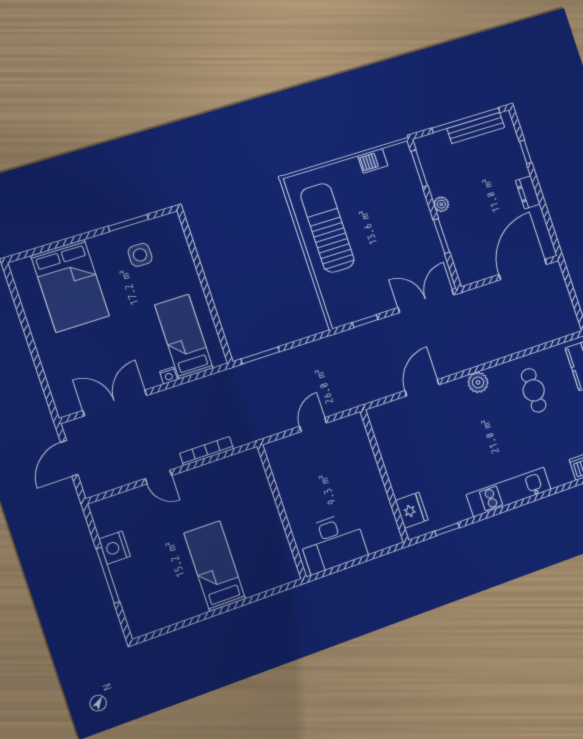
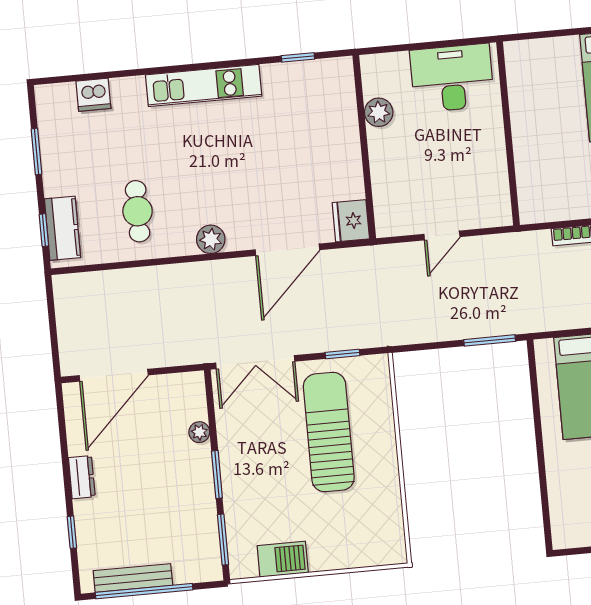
barbecue: (373, 161) -> (283, 559), width x1.38, depth x1.27
plant: (441, 204) -> (199, 432), moved
sun lounger: (327, 228) -> (329, 432), moved, turned 180
window: (442, 236) -> (217, 474), moved
door: (422, 388) -> (287, 250), width x1.36
plant: (380, 504) -> (379, 112), added
fridge: (412, 510) -> (351, 221), moved

